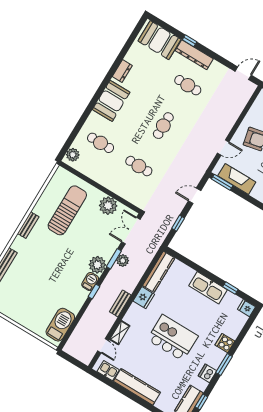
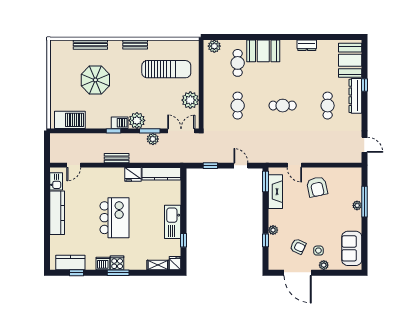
booth: (111, 101) -> (263, 51), moved
parasol: (38, 280) -> (95, 80), added
shelving: (120, 333) -> (158, 265), moved
cooker: (225, 343) -> (117, 263), moved

